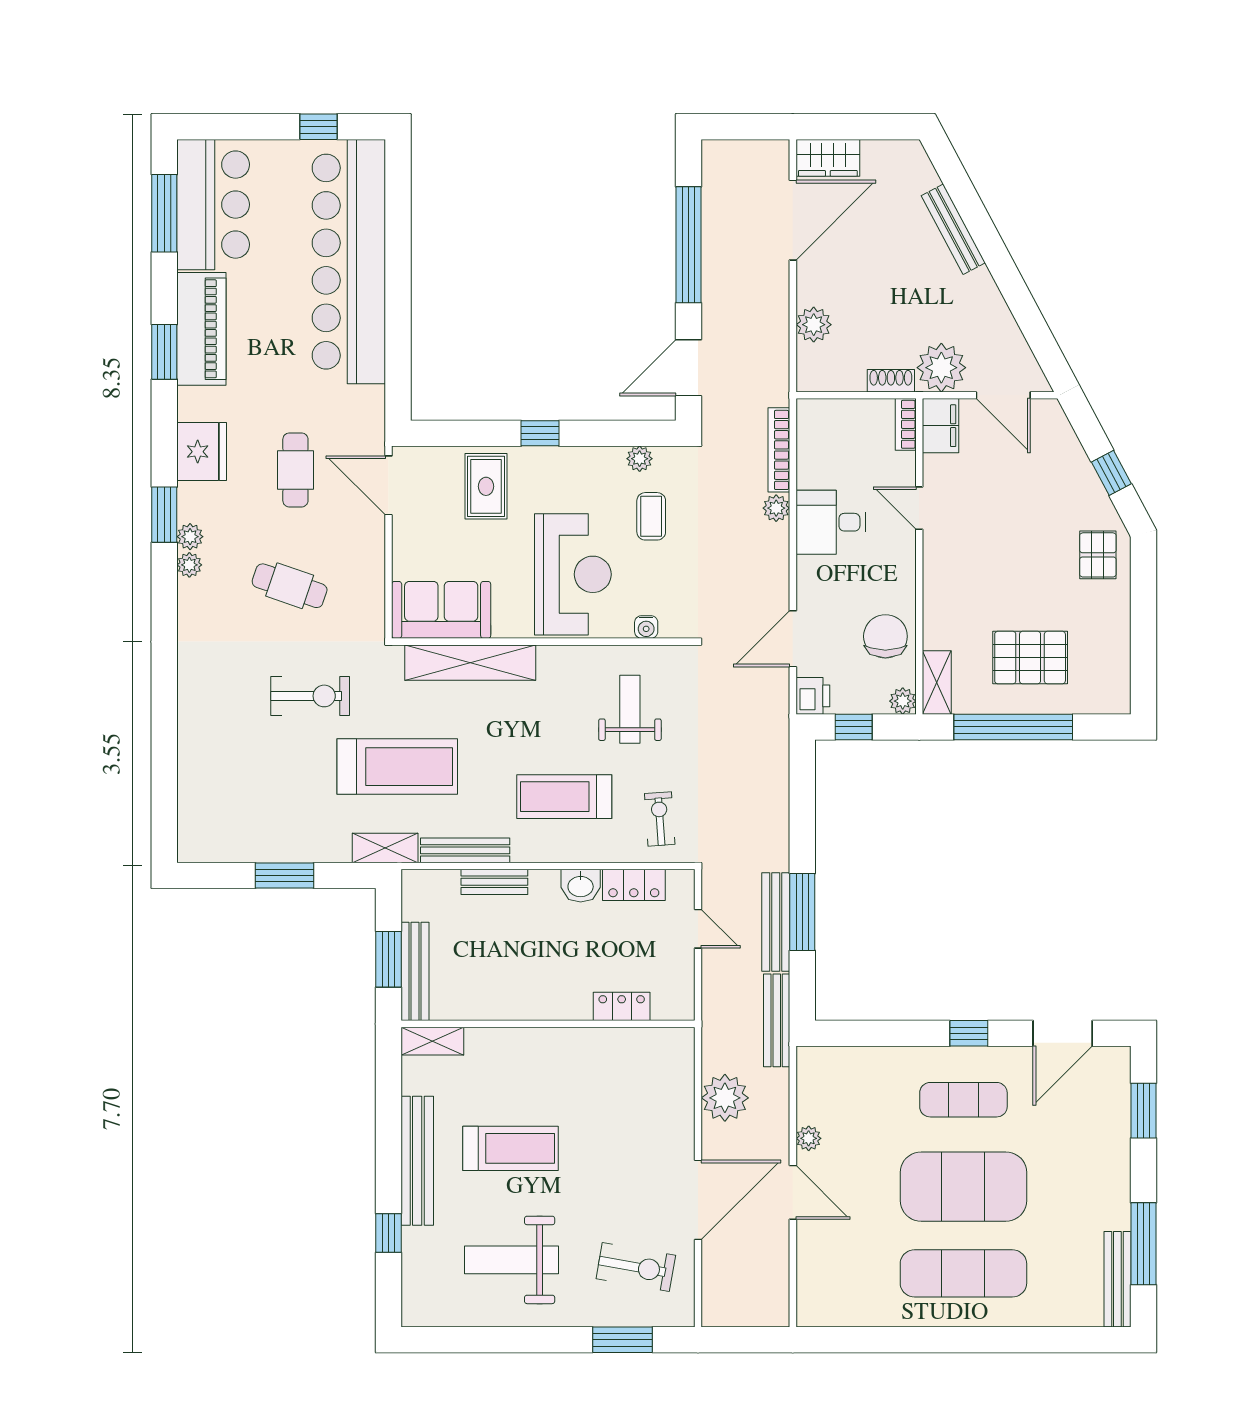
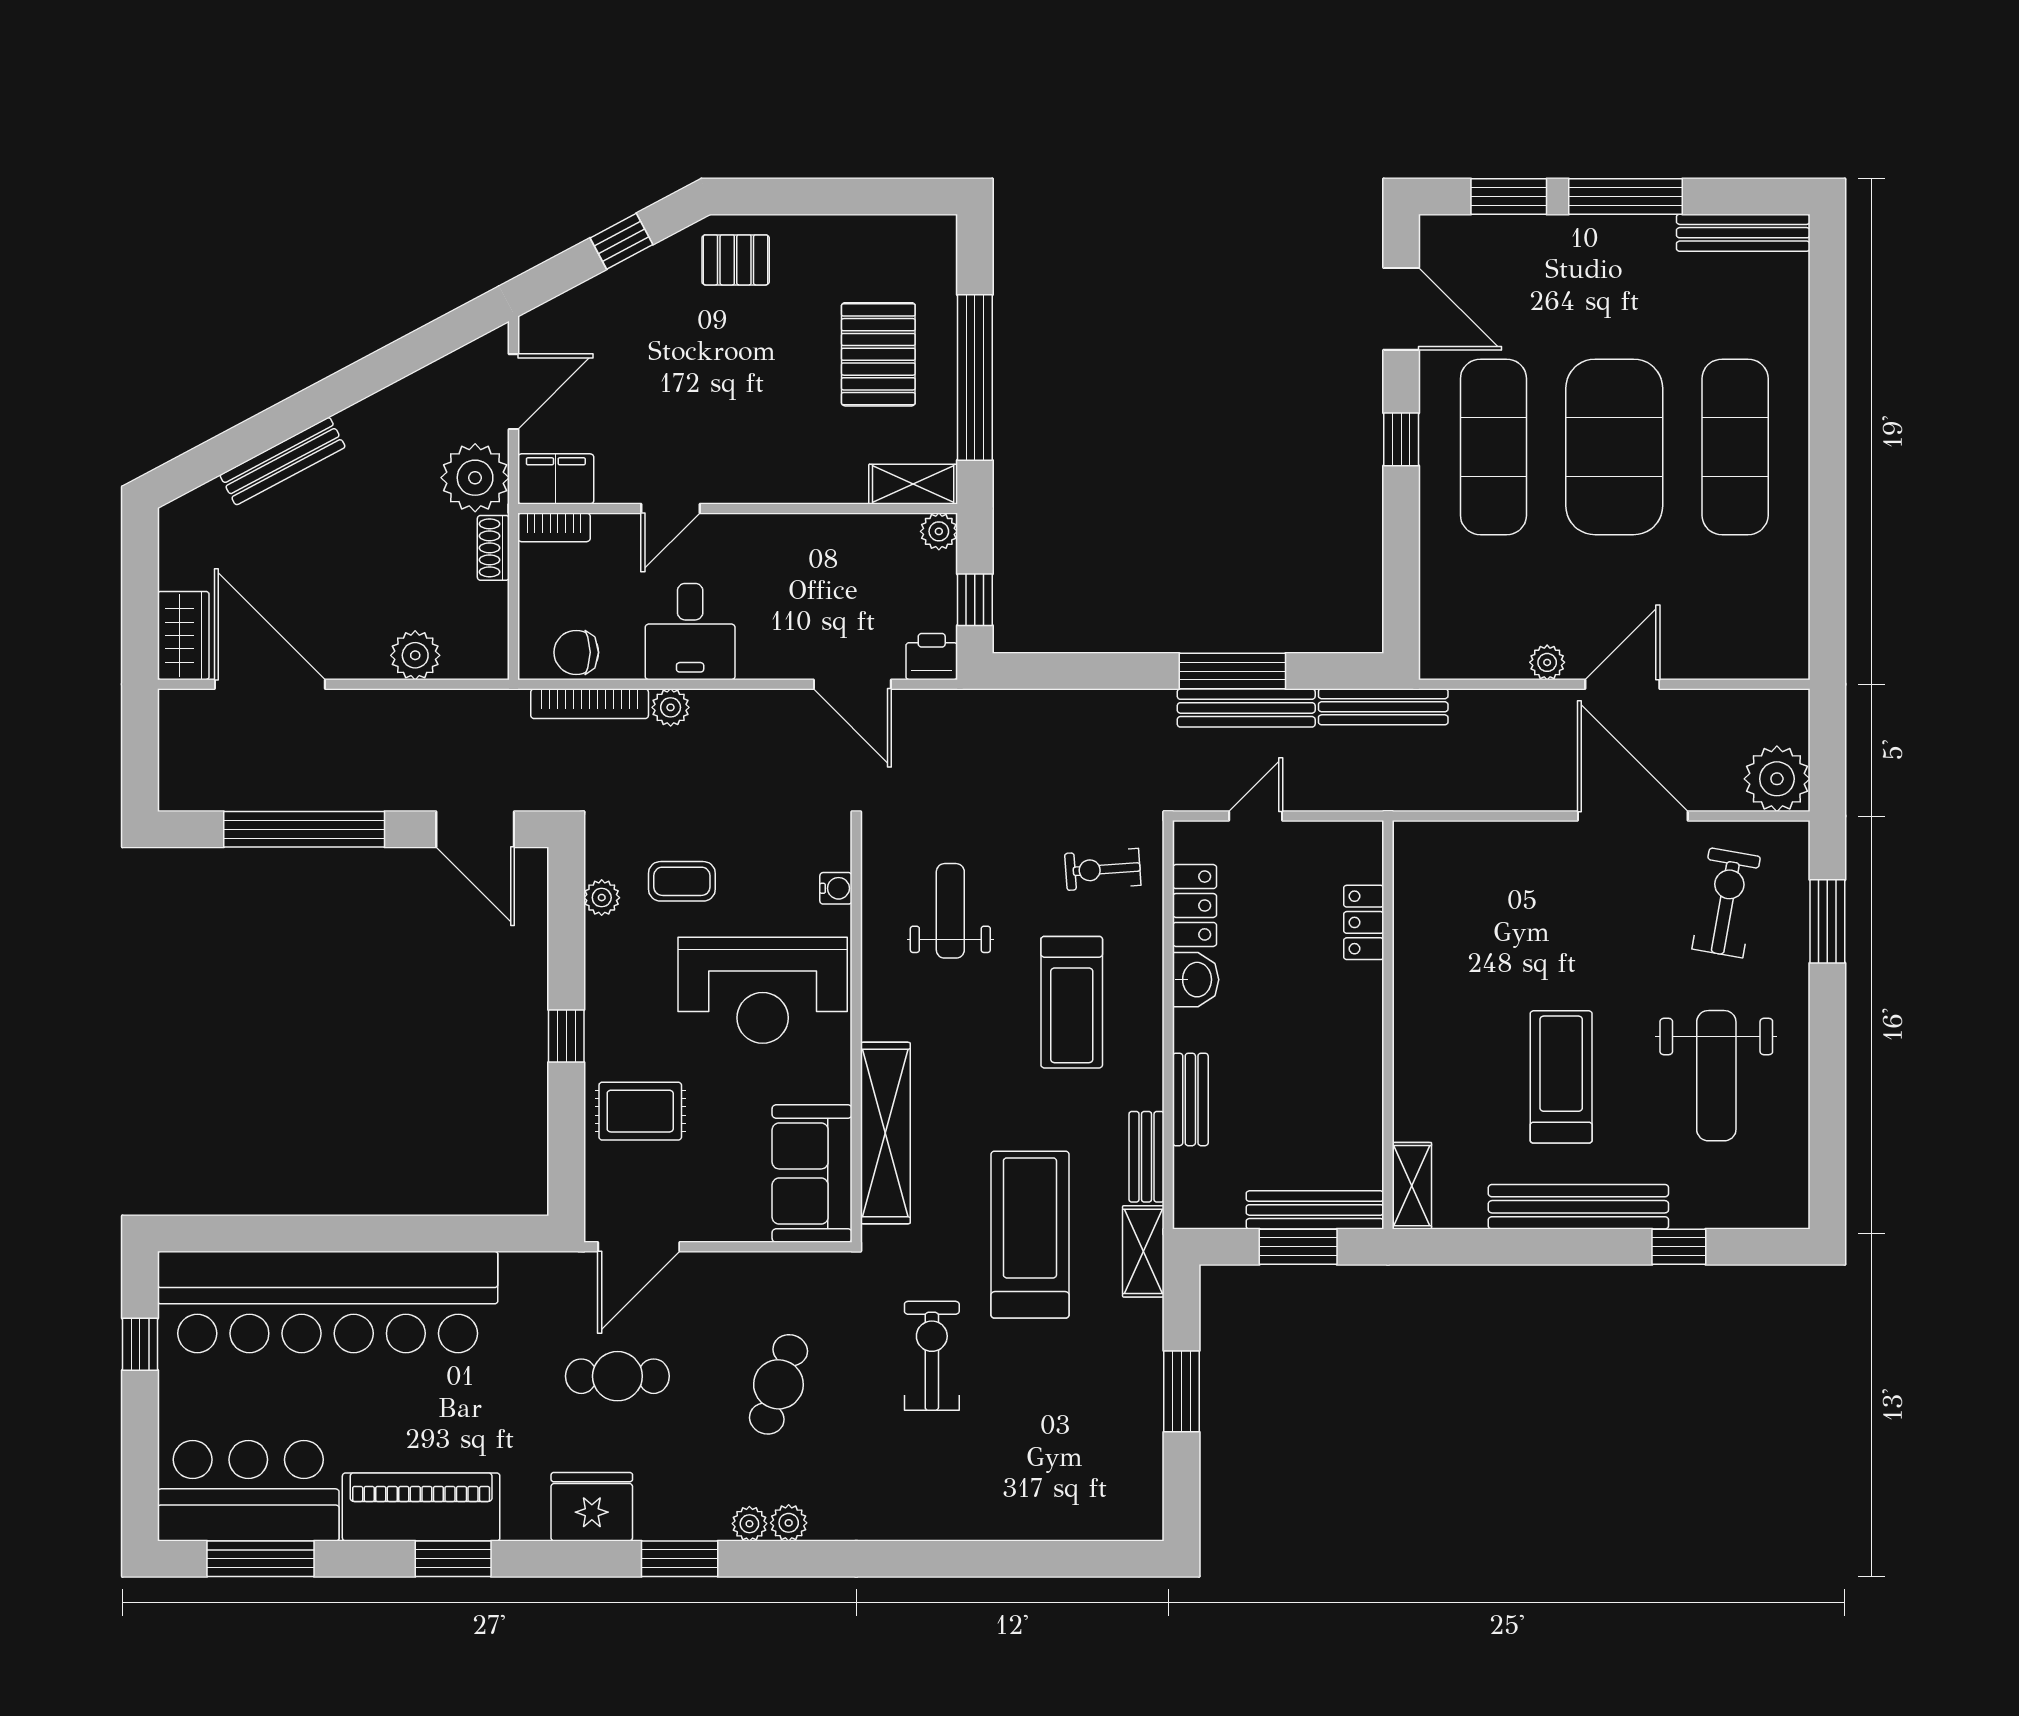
plant: (190, 537) -> (789, 1523), moved
reception desk: (573, 574) -> (763, 990), turned 180
chair: (885, 636) -> (576, 652), moved, width x0.73, depth x0.73
weight bench: (630, 709) -> (950, 911), turned 90
bench: (465, 850) -> (1146, 1157), width x0.73
plant: (725, 1098) -> (1777, 779), moved
exercise mat: (963, 1100) -> (1493, 447), width x1.36, depth x1.45
window: (1143, 1244) -> (1625, 196), moved

